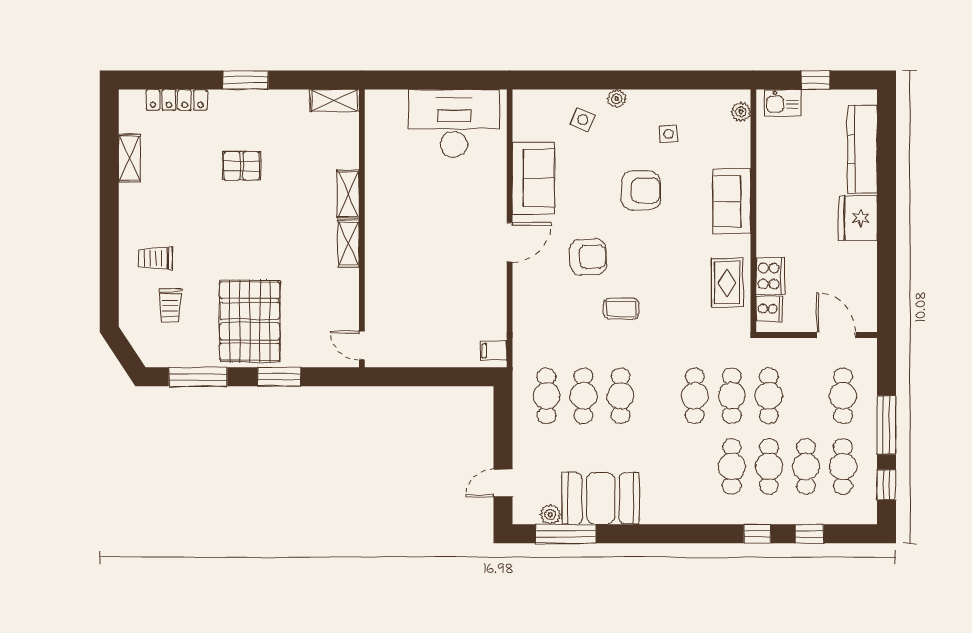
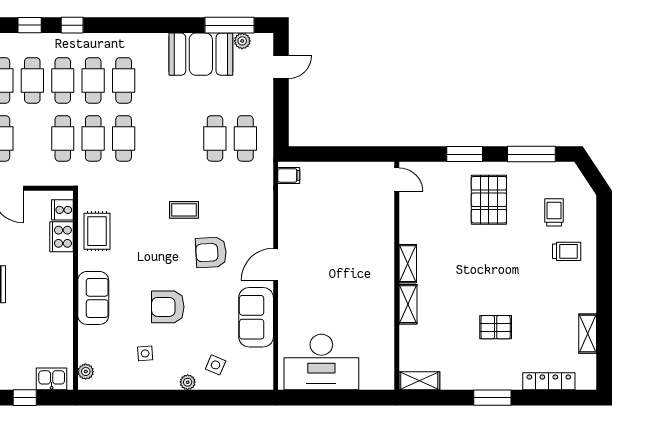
pallet: (250, 321) -> (489, 200), width x0.73, depth x0.71
cafe table: (621, 396) -> (124, 80), moved

